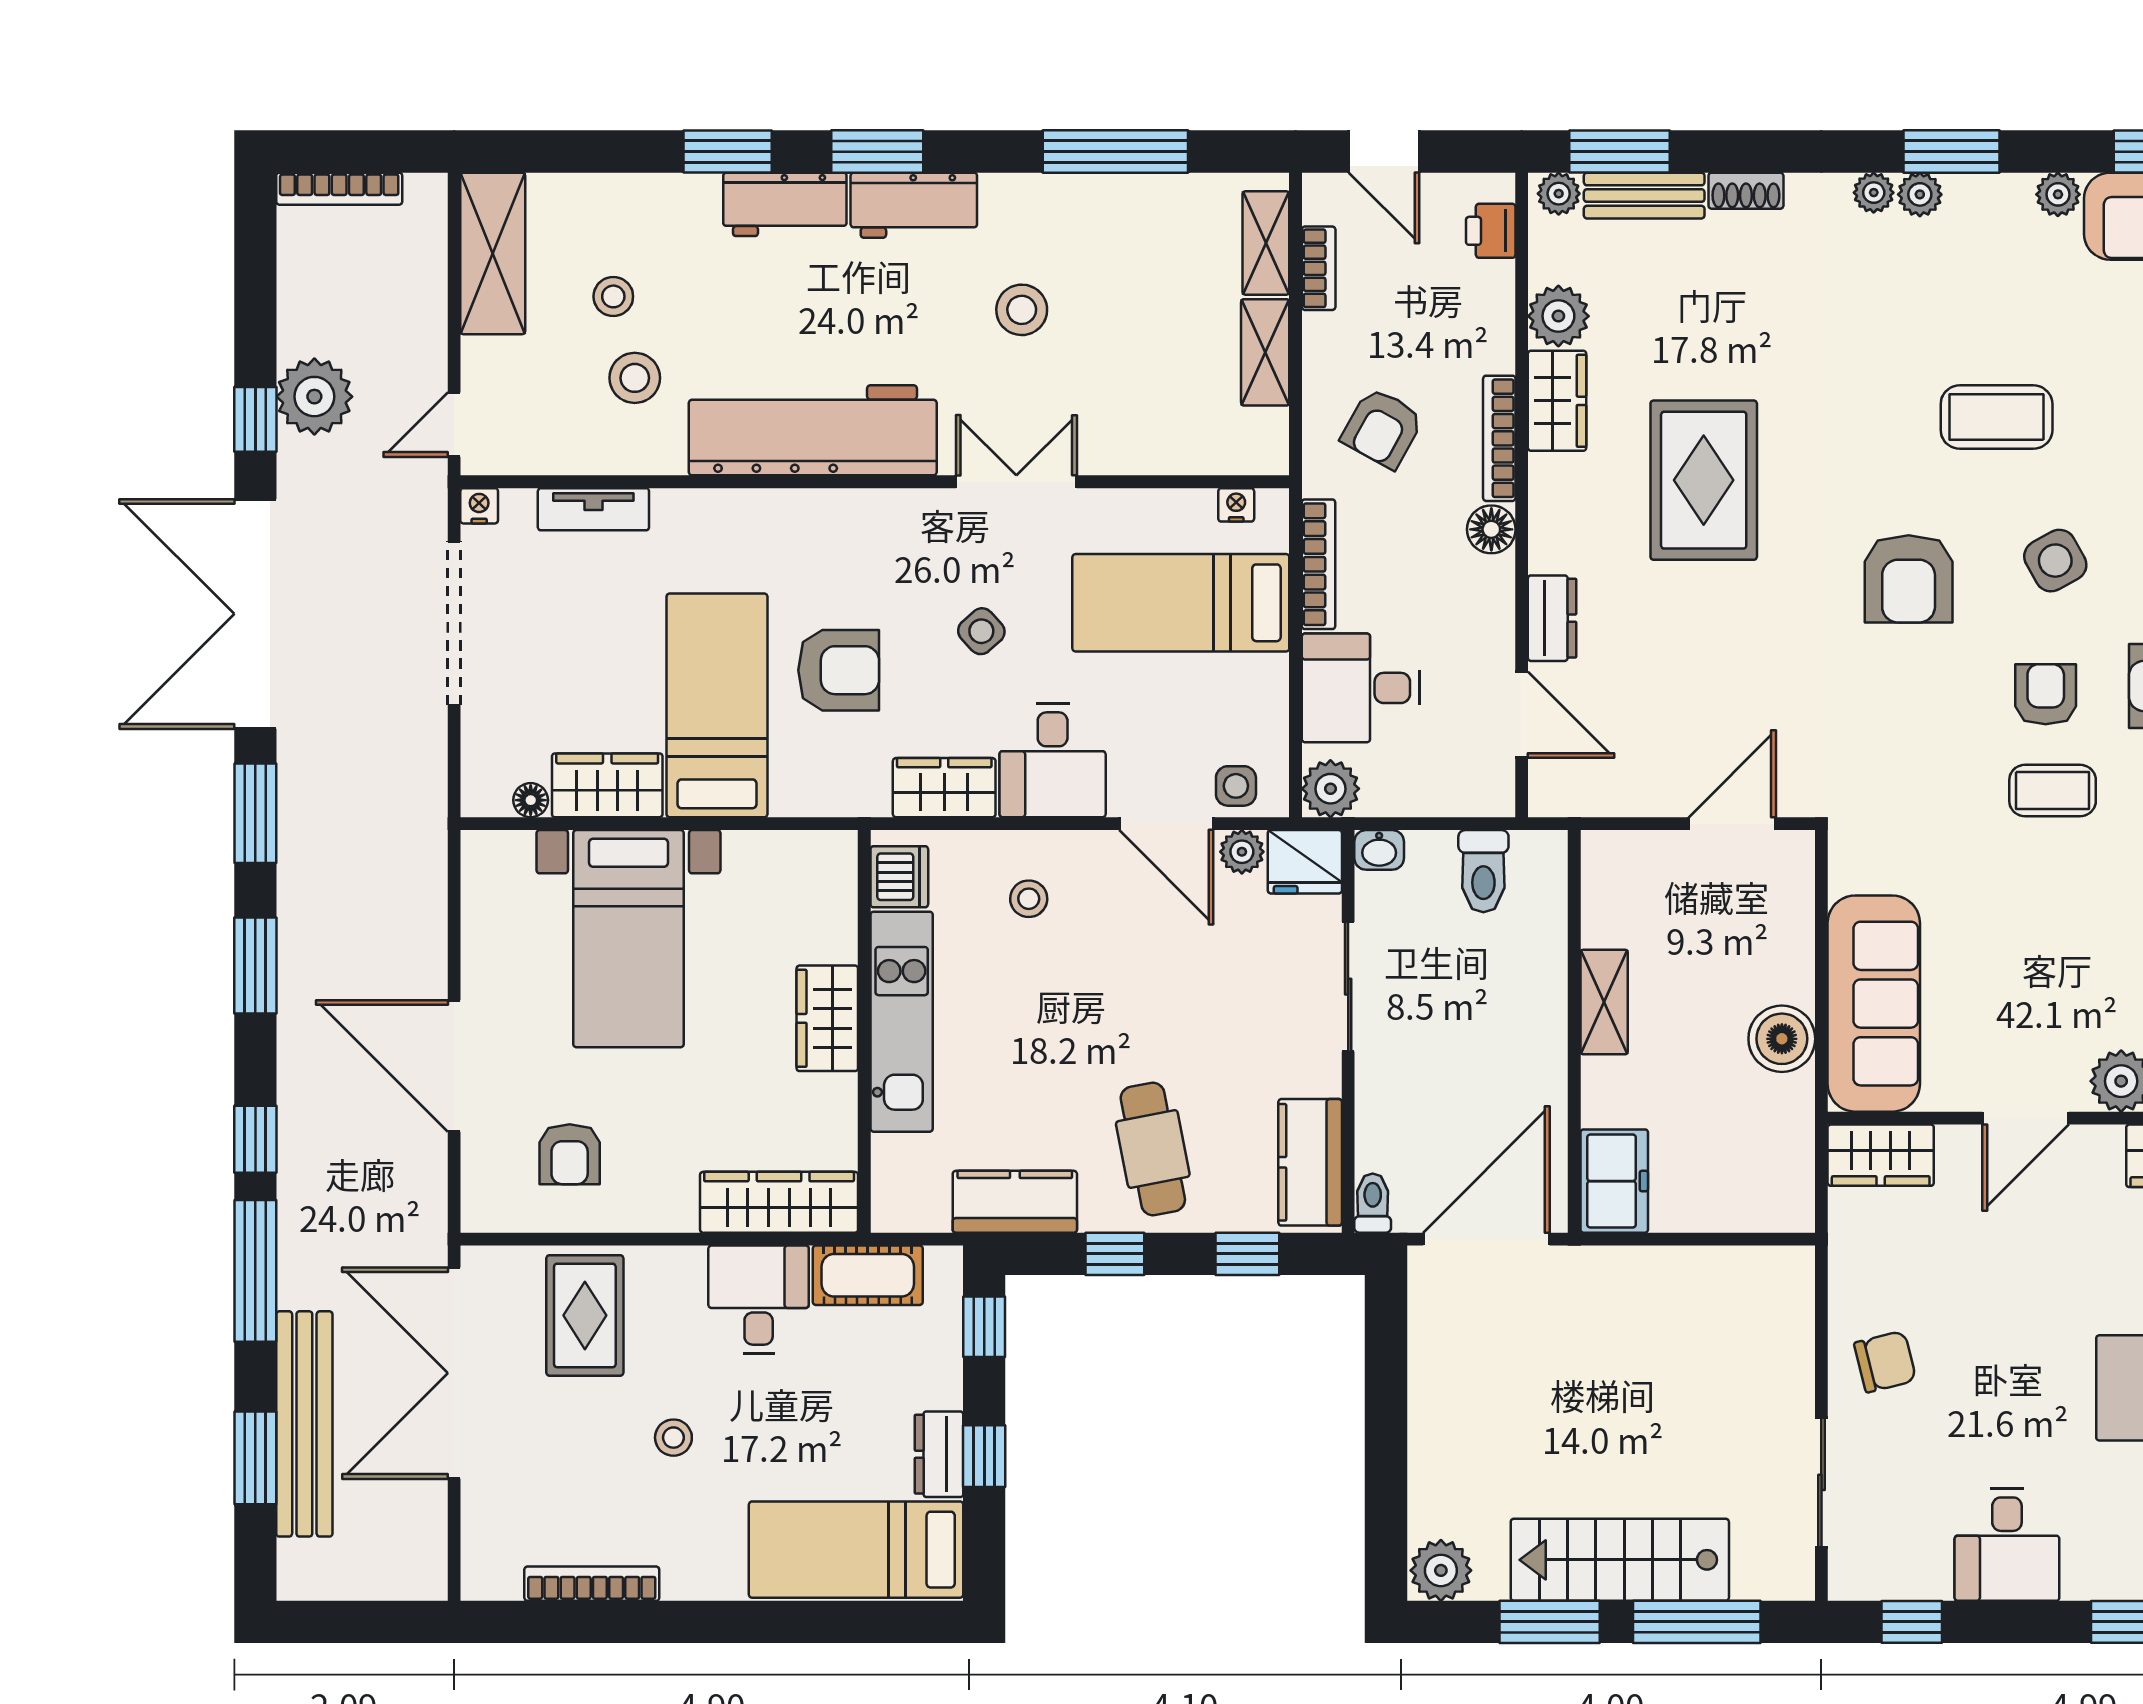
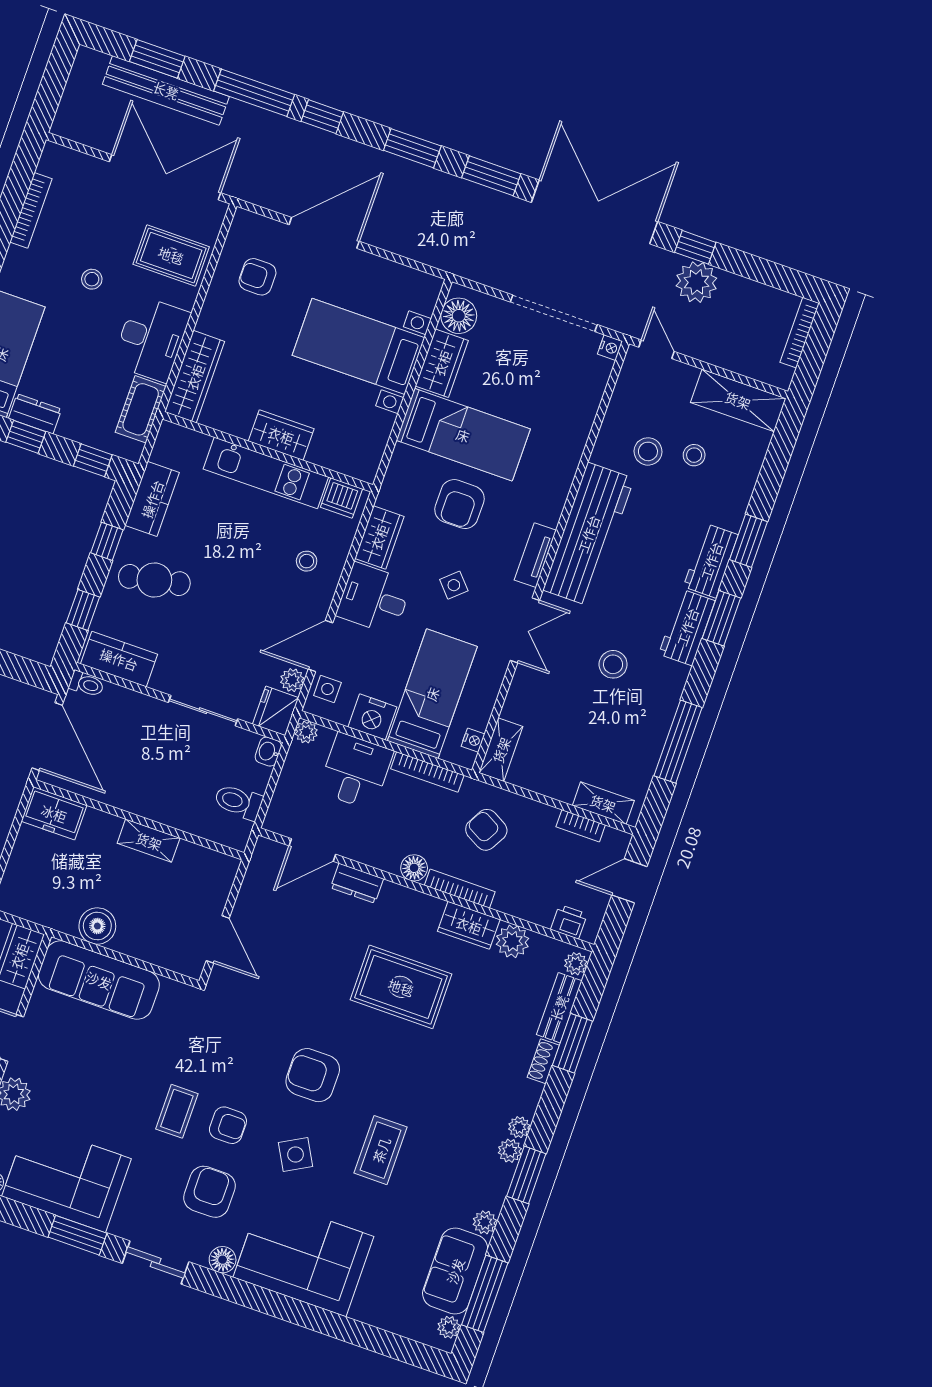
window: (1619, 152) -> (572, 1043), moved
shelving: (1265, 352) -> (501, 750), moved, turned 90
tv unit: (593, 509) -> (535, 555), moved
nightstand: (1257, 692) -> (372, 717), added
plant: (1330, 789) -> (306, 732), width x0.73, depth x0.73
floor lamp: (531, 800) -> (459, 316), width x1.89, depth x1.89
desk: (759, 1299) -> (151, 339), width x1.37

